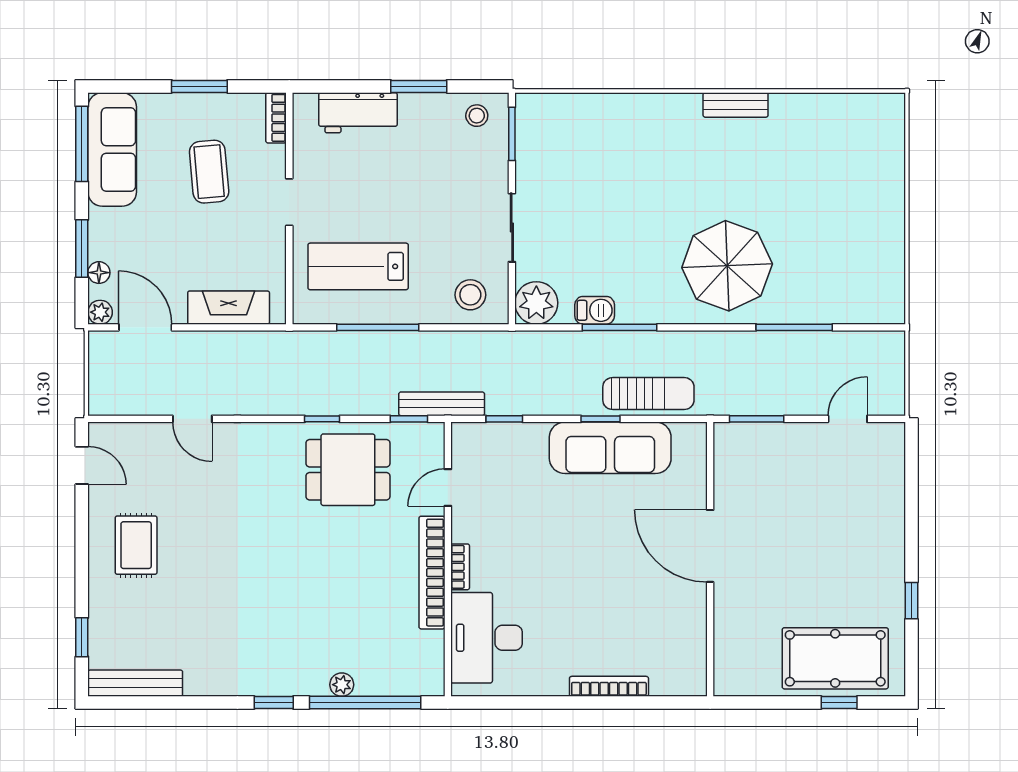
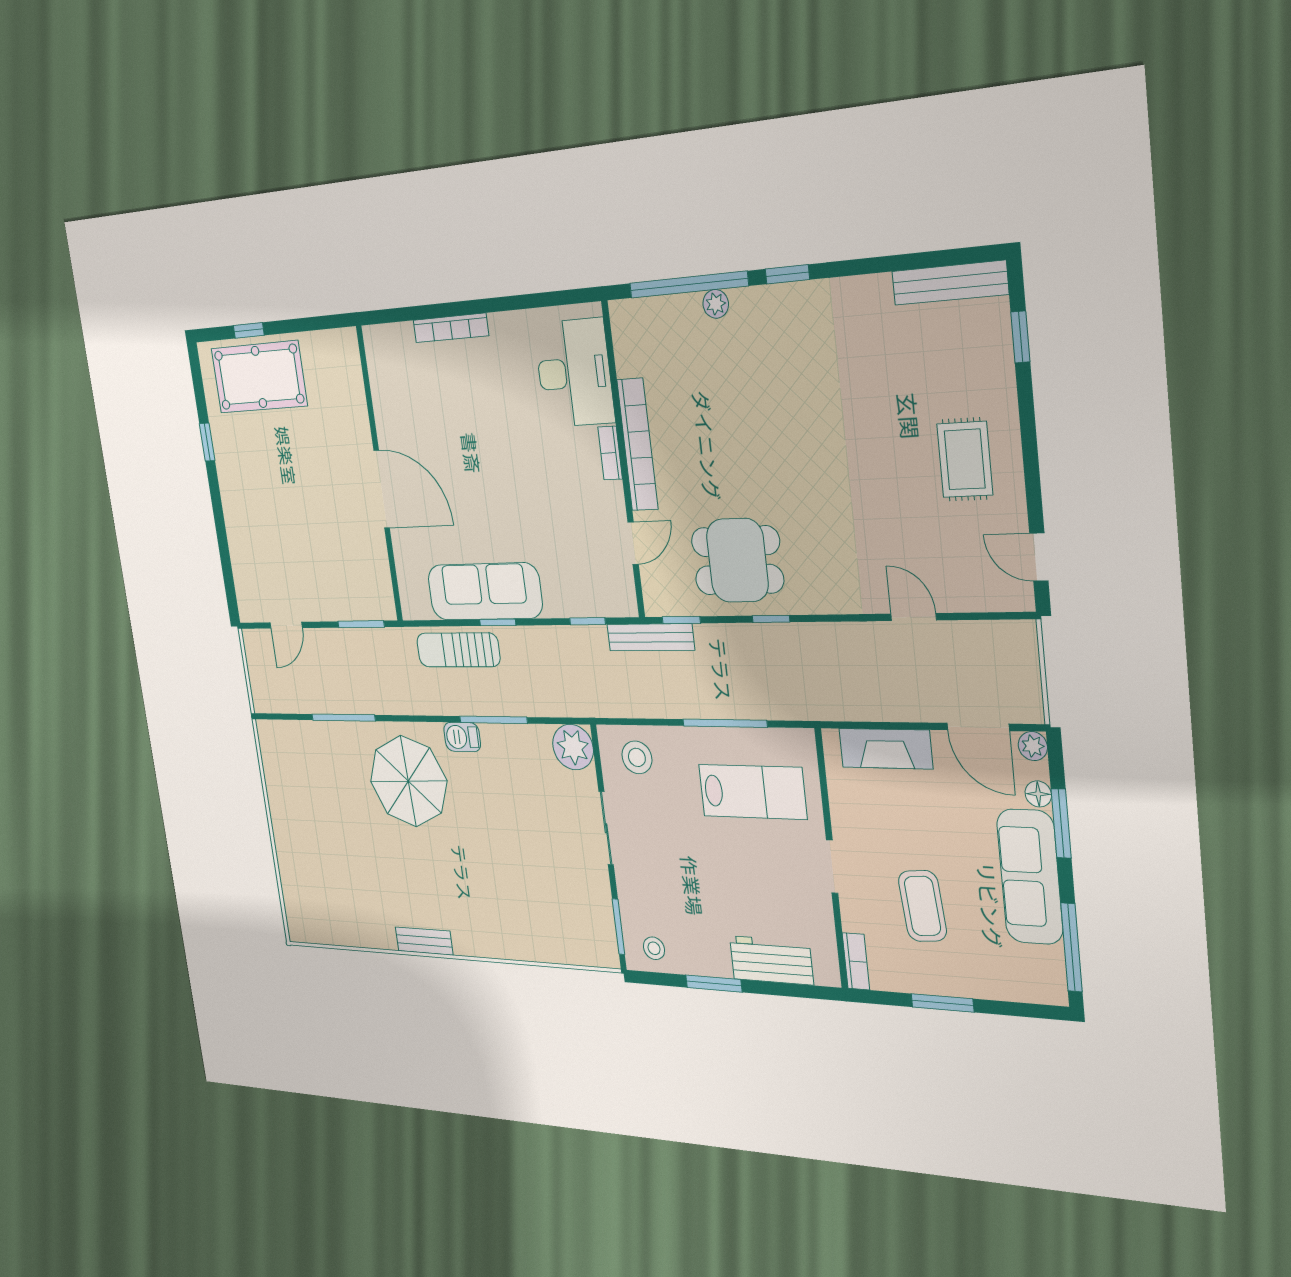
sofa: (112, 149) -> (1030, 877), moved
barbecue: (595, 310) -> (462, 737), moved

